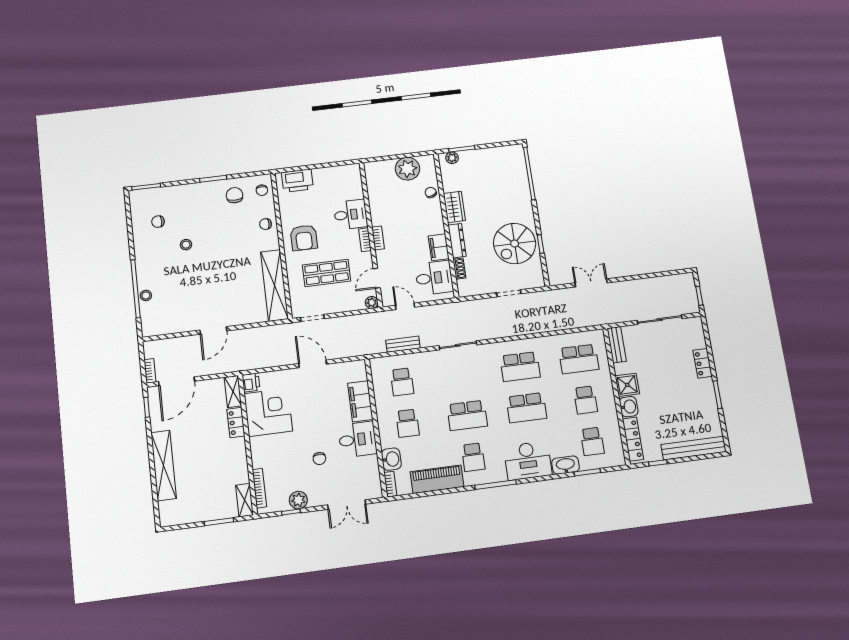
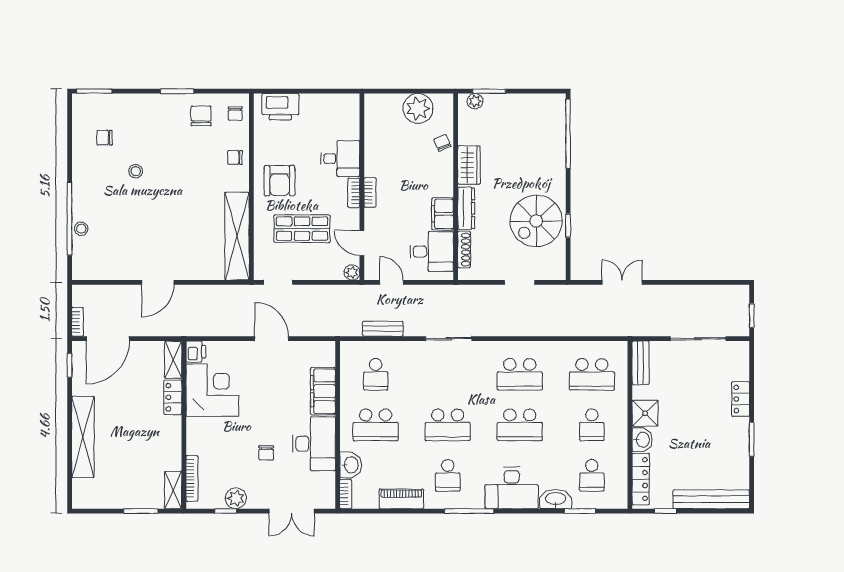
shoe rack: (459, 269) -> (464, 250), width x1.43
door: (377, 278) -> (362, 243), hinge flipped
school desk: (408, 423) -> (376, 425), width x1.85
desk: (358, 439) -> (314, 444), width x1.37
piano: (437, 479) -> (401, 499), width x0.73, depth x0.75

